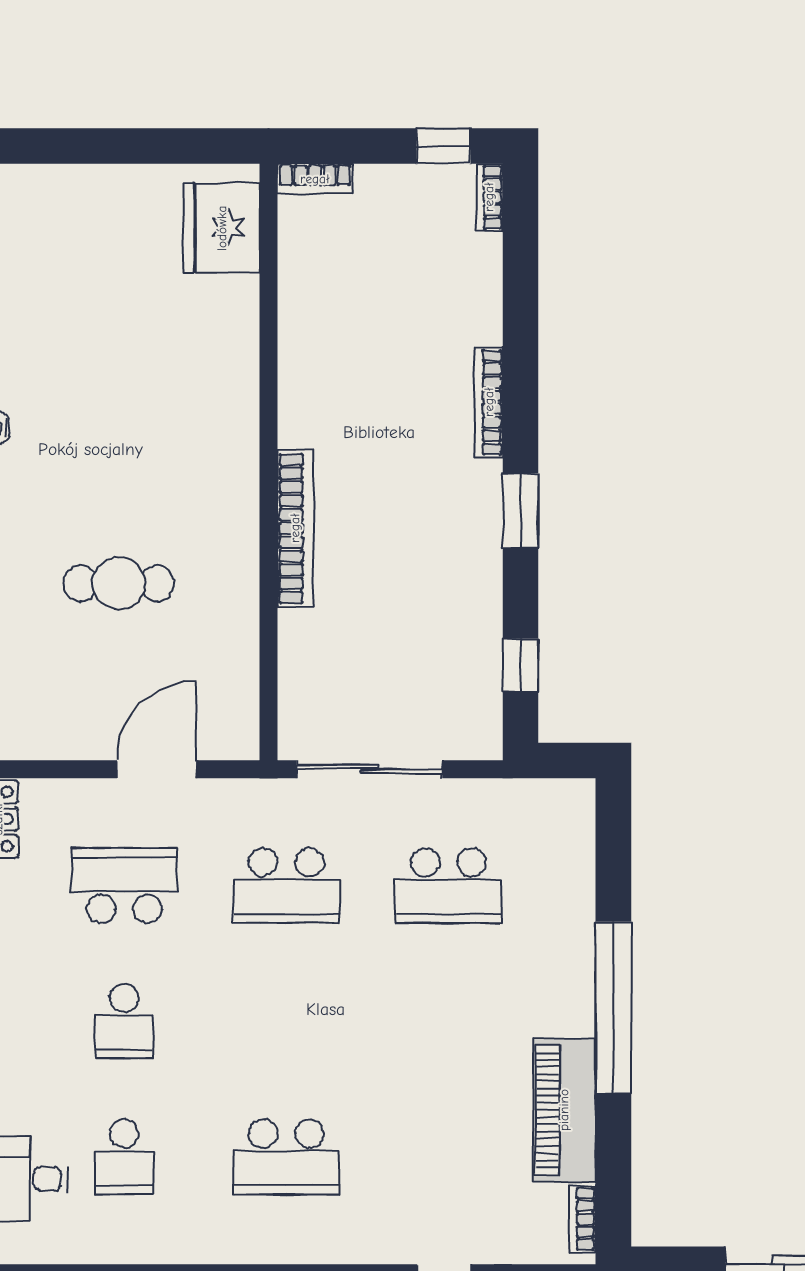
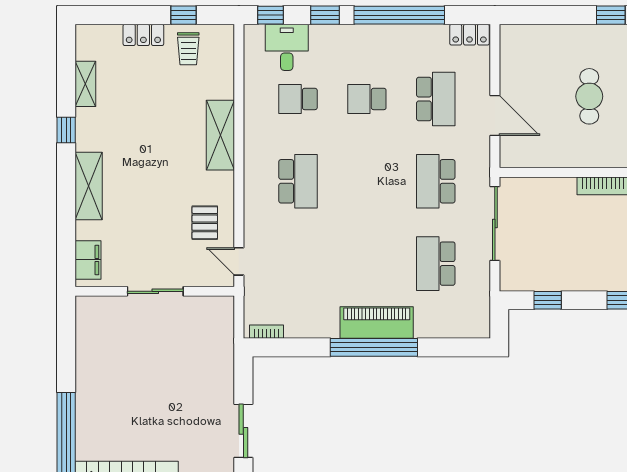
piano: (564, 1110) -> (377, 323), moved
school desk: (286, 1157) -> (298, 181), turned 180

